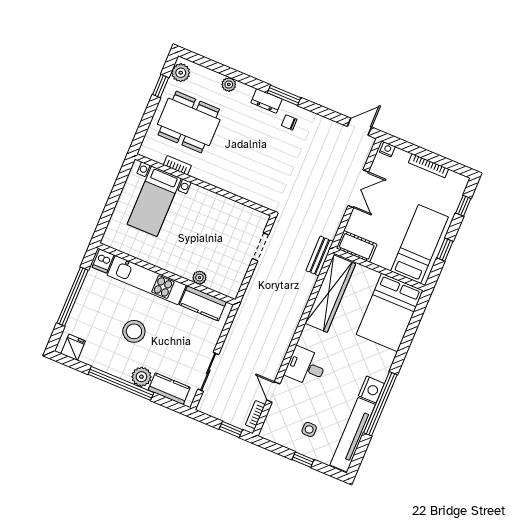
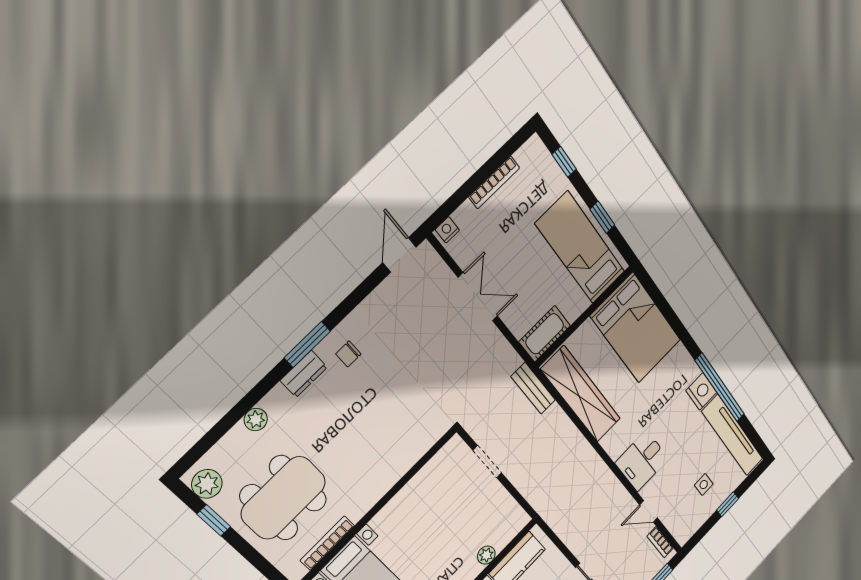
bookcase: (177, 165) -> (327, 543), width x1.56

